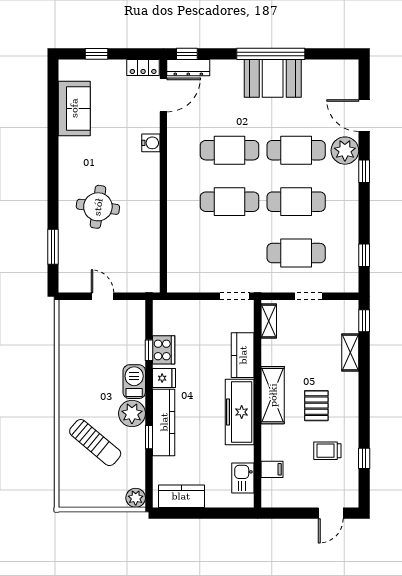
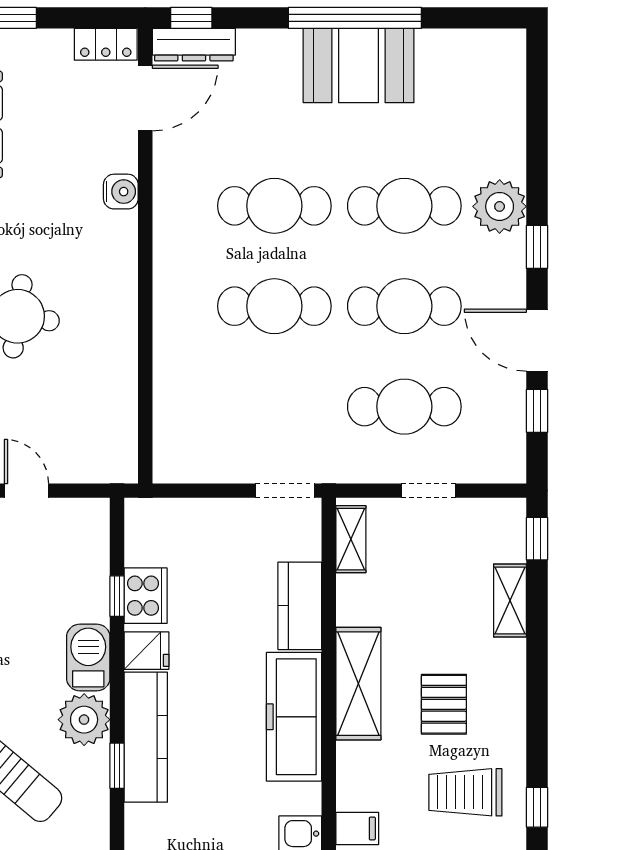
door: (364, 116) -> (537, 340), moved
trolley: (327, 451) -> (465, 792), width x1.36, depth x1.39

